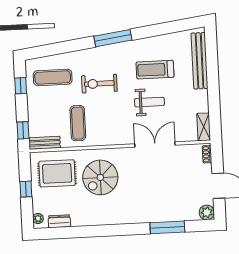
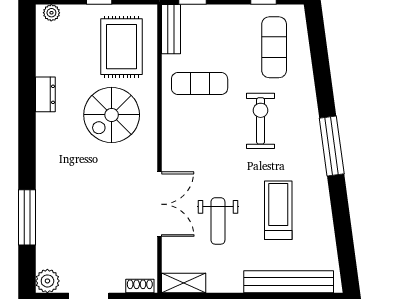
weight bench: (149, 102) -> (218, 221), moved
spiral stairs: (100, 177) -> (112, 115), turned -90
dresser: (59, 221) -> (45, 94), moved

